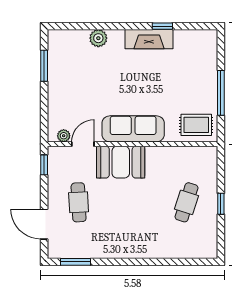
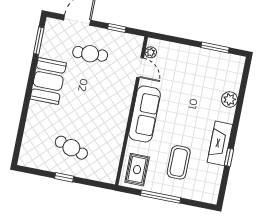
coffee table: (179, 80) -> (179, 162), added
booth: (121, 162) -> (48, 81), moved
window: (44, 165) -> (117, 28), moved

